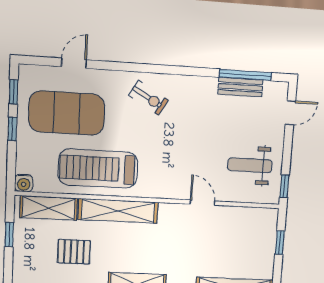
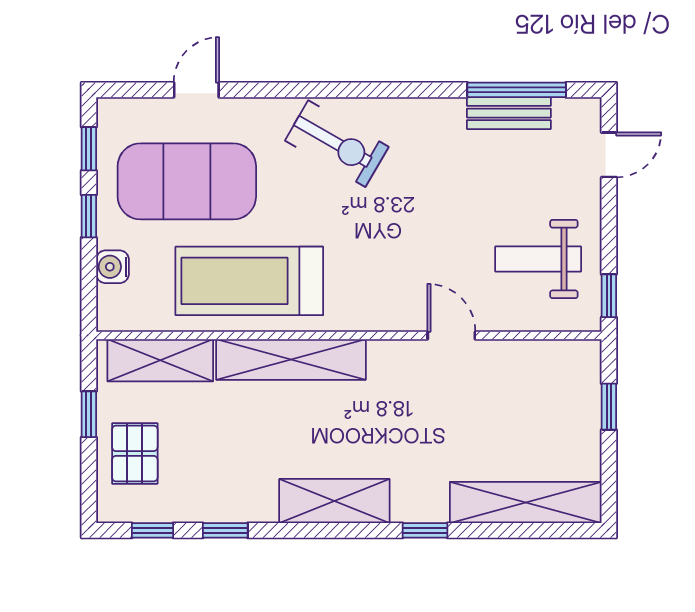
exercise bike: (149, 98) -> (337, 144), width x1.38, depth x1.39
water cooler: (24, 183) -> (112, 267), moved, turned 90
pallet: (74, 252) -> (135, 453), moved, turned 90

